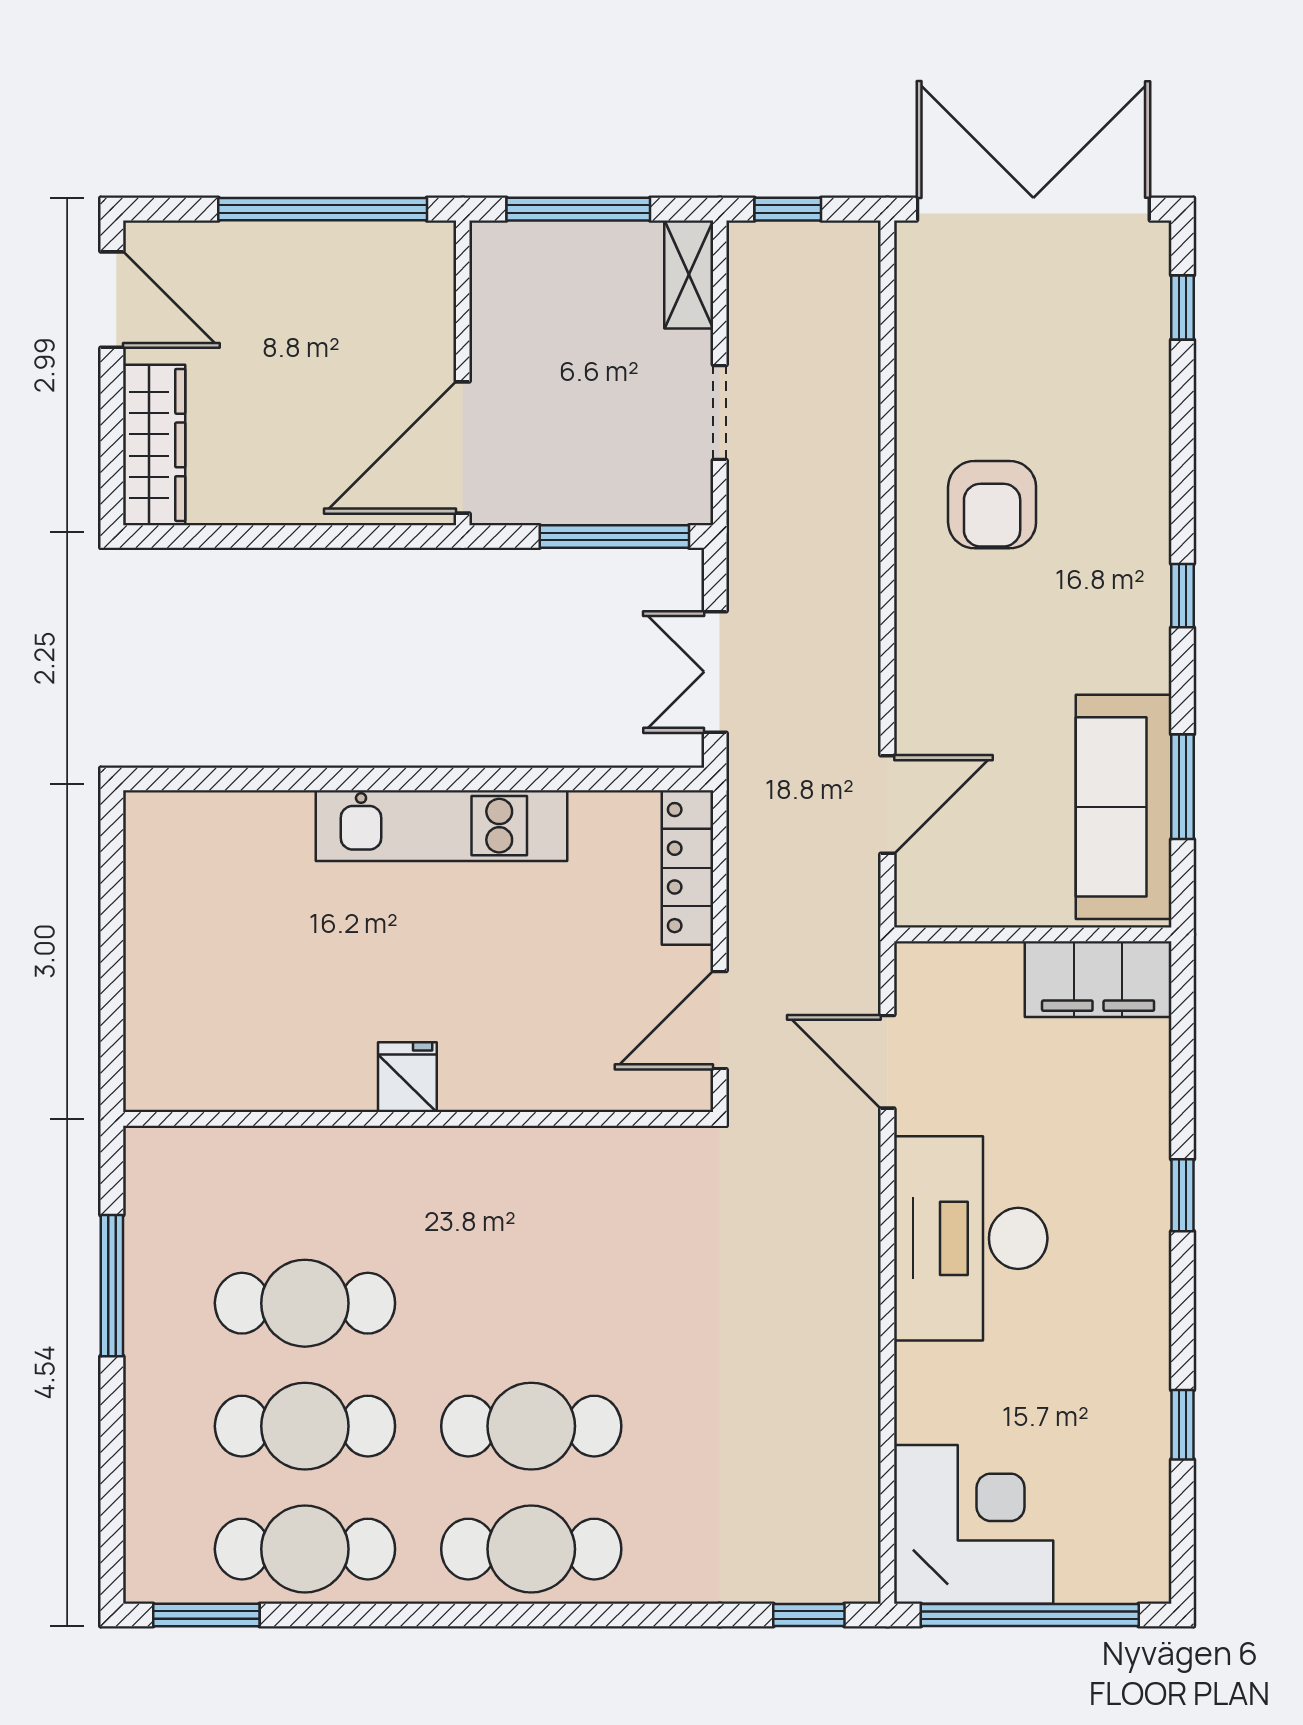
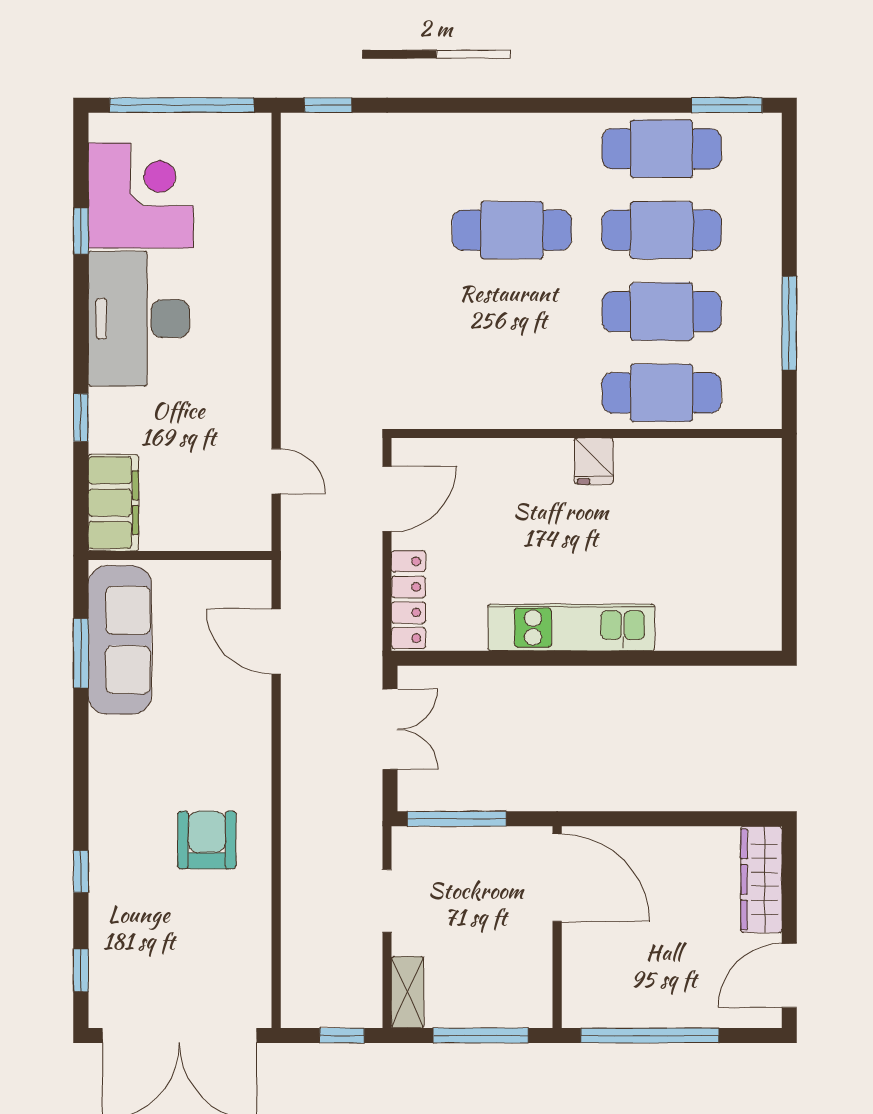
door: (112, 300) -> (789, 976), hinge flipped
door: (463, 448) -> (557, 878), hinge flipped
window: (1182, 596) -> (81, 871), moved
door: (887, 804) -> (276, 642), hinge flipped
filing cabinet: (1098, 979) -> (113, 503), moved, turned 90
door: (887, 1062) -> (276, 471), width x0.73
window: (1182, 1195) -> (81, 418), moved
desk: (971, 1238) -> (139, 319), moved, turned 180
corner desk: (974, 1524) -> (141, 195), moved, turned 180
cafe table: (531, 1549) -> (662, 393), moved

